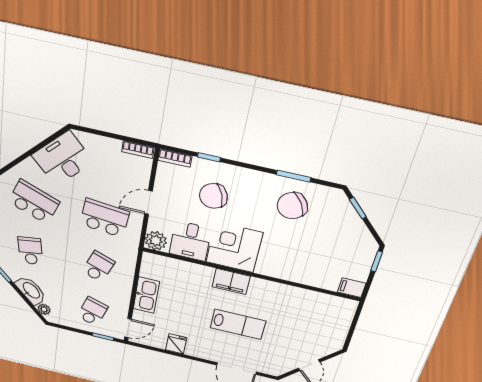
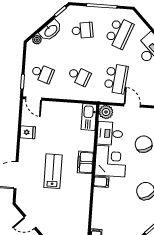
filing cabinet: (265, 266) -> (101, 182), added
kitchen sink: (146, 295) -> (89, 117), moved, turned 90
lab bench: (238, 324) -> (53, 171), turned 180

